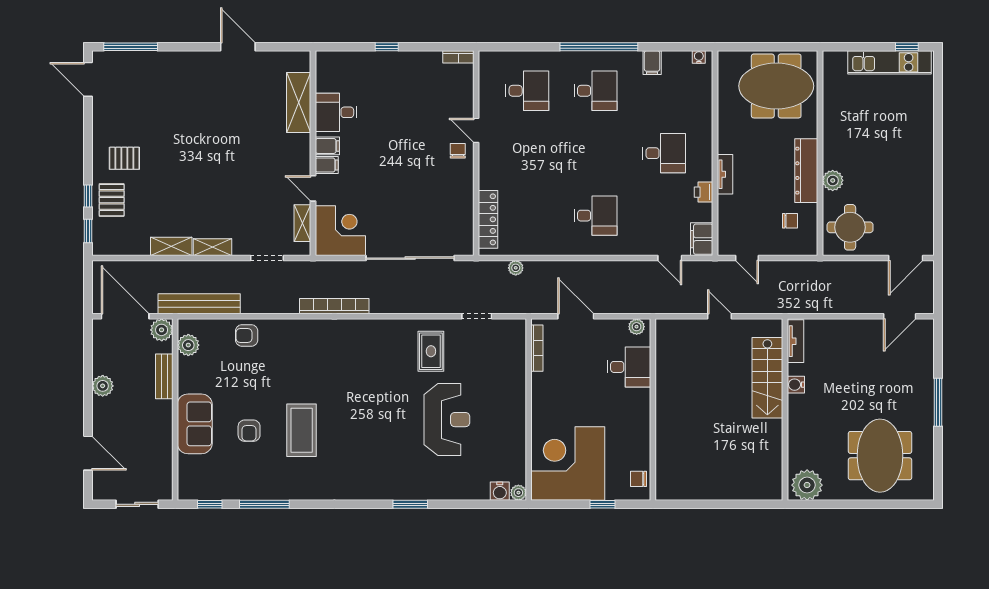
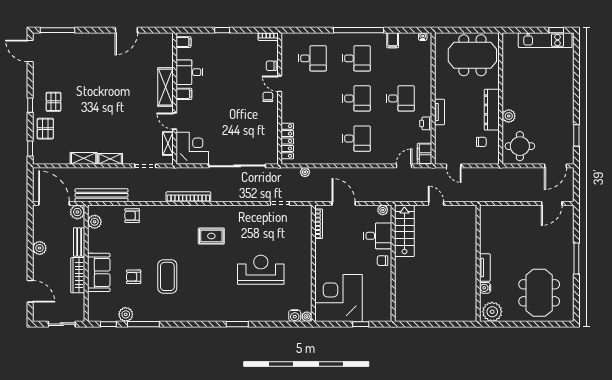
door: (238, 47) -> (126, 30), swing flipped
shelving: (299, 102) -> (165, 87), moved
chair: (463, 102) -> (271, 66), added
desk: (596, 153) -> (356, 98), added
pallet: (124, 158) -> (53, 102), turned 90
filing cabinet: (327, 165) -> (184, 42), moved
window: (88, 196) -> (30, 105), moved
window: (938, 211) -> (576, 135), added
door: (670, 258) -> (404, 166), swing flipped
tv unit: (796, 341) -> (485, 268), moved
rug: (431, 351) -> (211, 236), moved, turned 90
stairs: (767, 378) -> (404, 231), moved, turned 180
water cooler: (796, 385) -> (485, 288), moved
reception desk: (447, 420) -> (261, 270), turned -90
wardrobe: (162, 428) -> (78, 275), added
armchair: (249, 431) -> (134, 277), turned 90
chair: (638, 479) -> (382, 261), moved
plant: (237, 489) -> (126, 314), added

